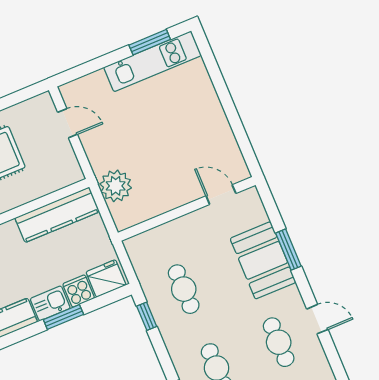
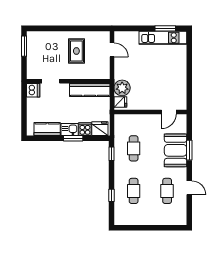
door: (221, 195) -> (169, 112), swing flipped
fridge: (123, 213) -> (120, 102), added

